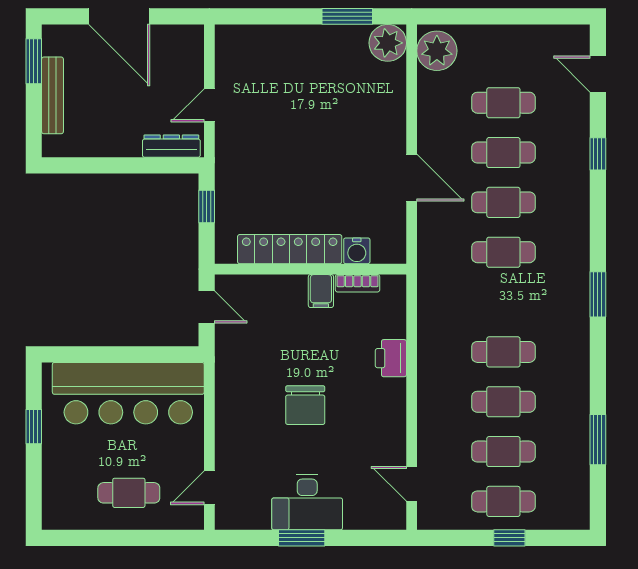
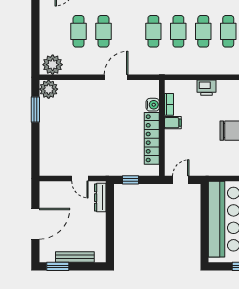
cafe table: (503, 202) -> (178, 31), moved

